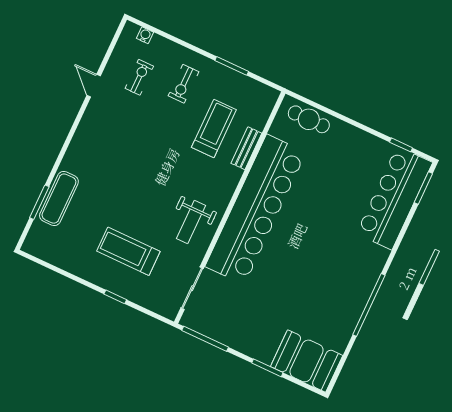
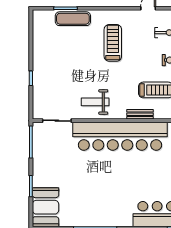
bench: (246, 148) -> (140, 114), moved
treadmill: (128, 251) -> (113, 43), moved

